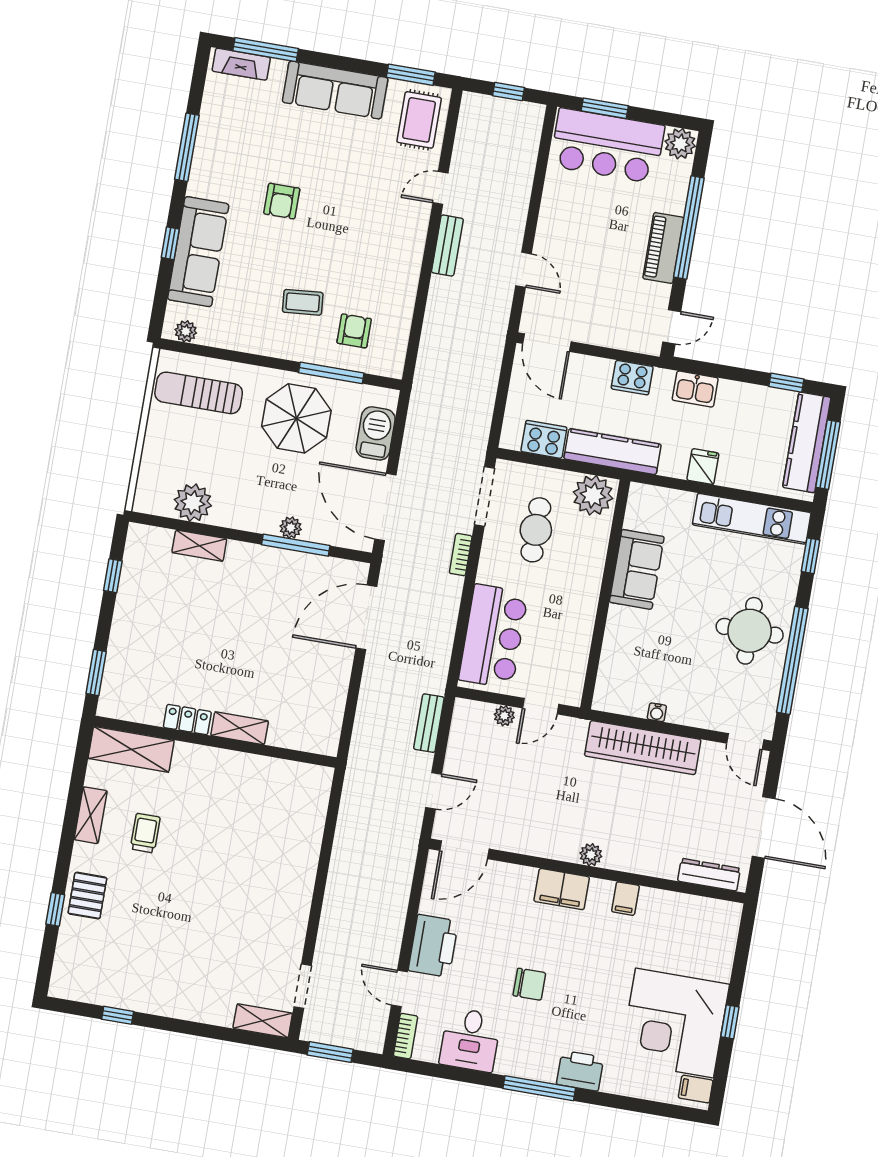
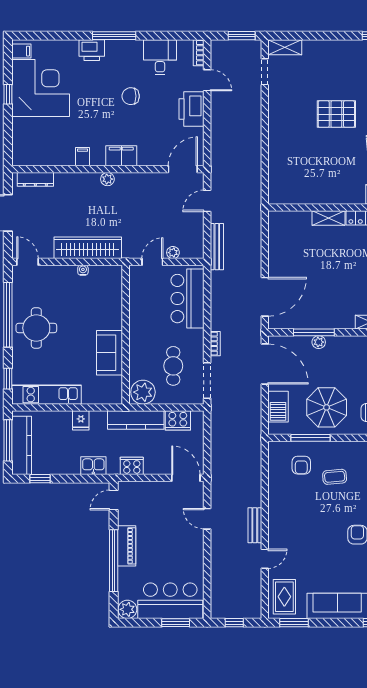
bench: (429, 723) -> (217, 247), width x1.36
pallet: (197, 897) -> (336, 114), added

